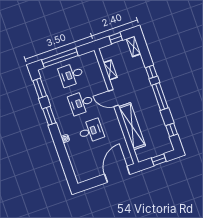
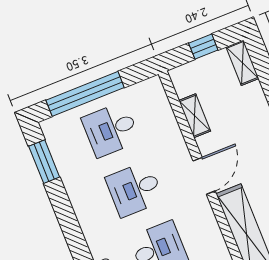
door: (114, 98) -> (204, 176), swing flipped
window: (49, 116) -> (67, 220), removed

